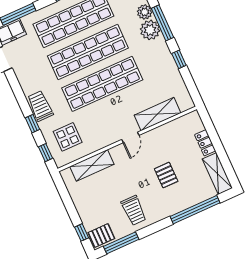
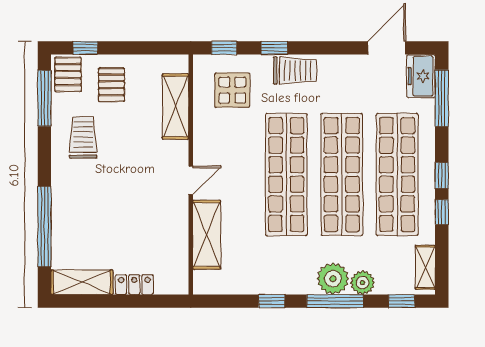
door: (130, 137) -> (191, 180), swing flipped
pallet: (166, 175) -> (111, 85), moved, turned 90
trolley: (134, 210) -> (83, 138), turned 90

